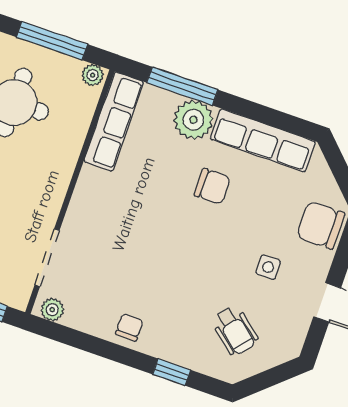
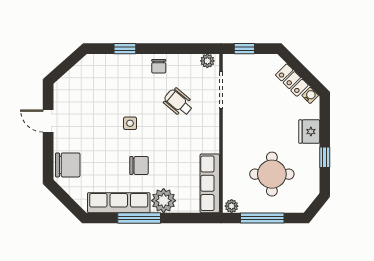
window: (182, 86) -> (139, 218), moved
chair: (212, 186) -> (139, 165), turned 180
side table: (268, 267) -> (130, 123), moved
wheelchair: (235, 331) -> (178, 102), moved

